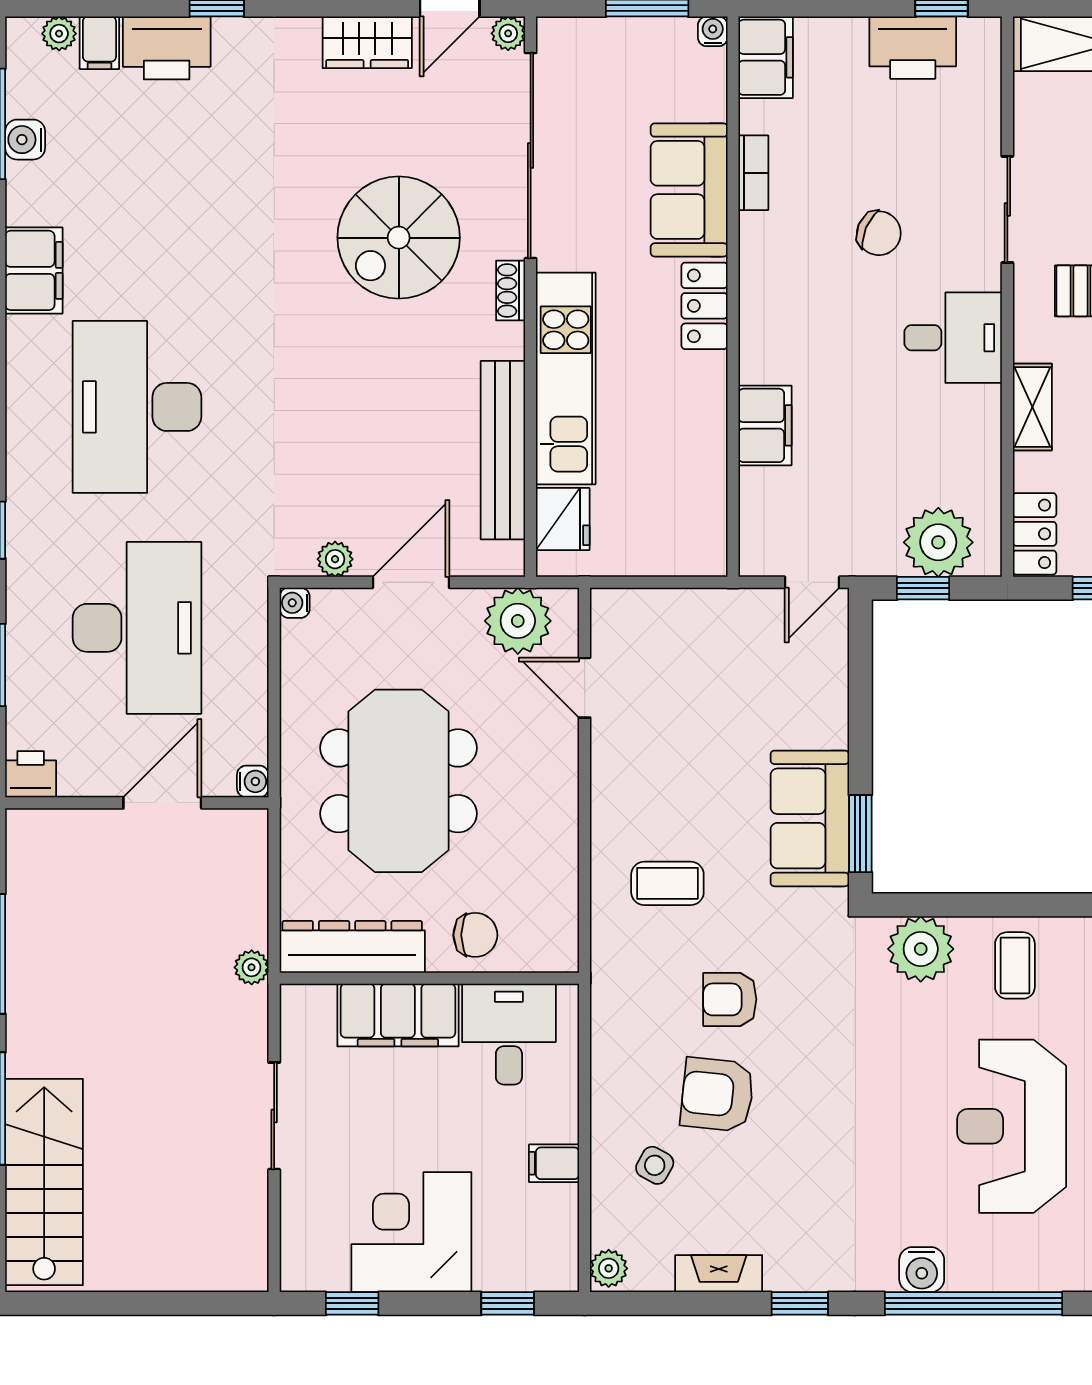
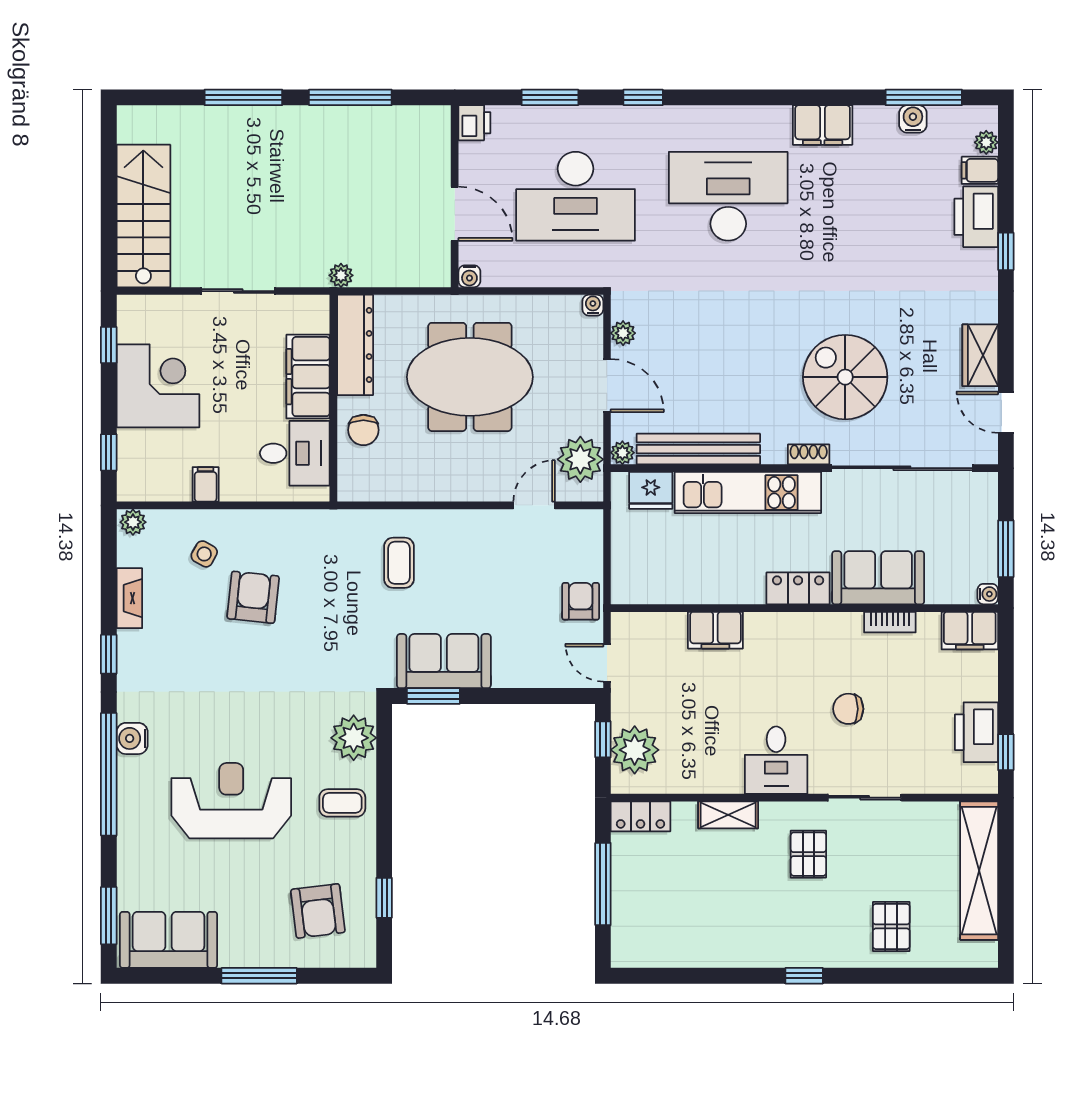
plant: (508, 33) -> (622, 453), moved
chair: (879, 233) -> (848, 709), turned 67
armchair: (730, 999) -> (581, 601), moved
stairs: (44, 1182) -> (143, 216), moved, turned -90

